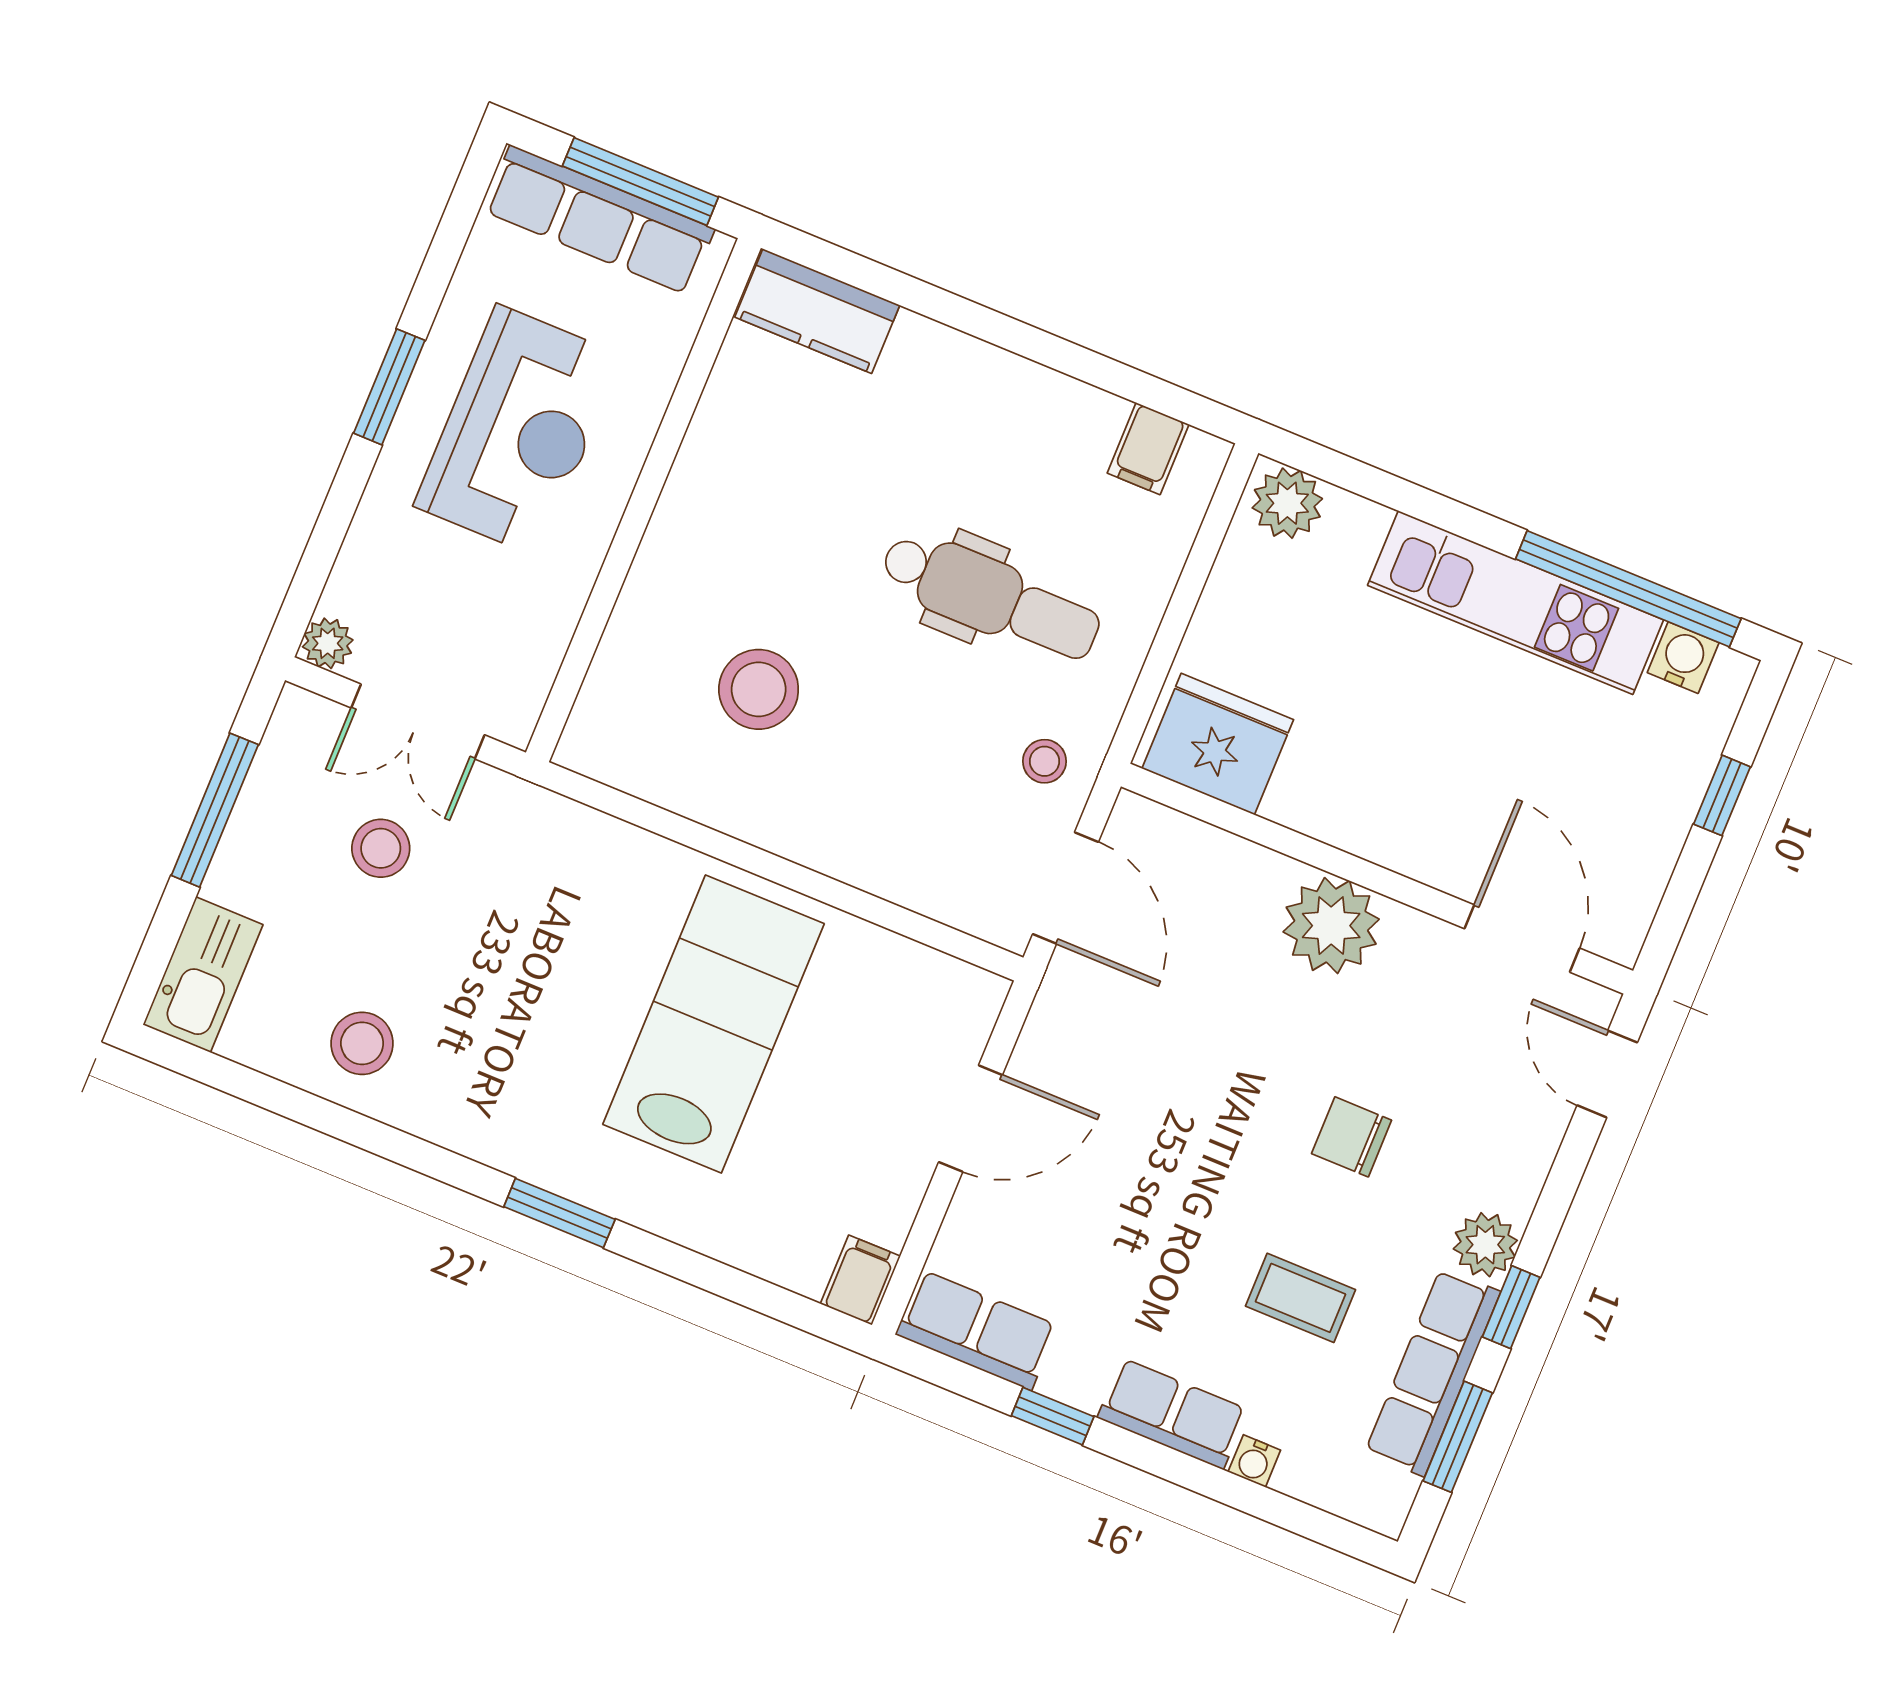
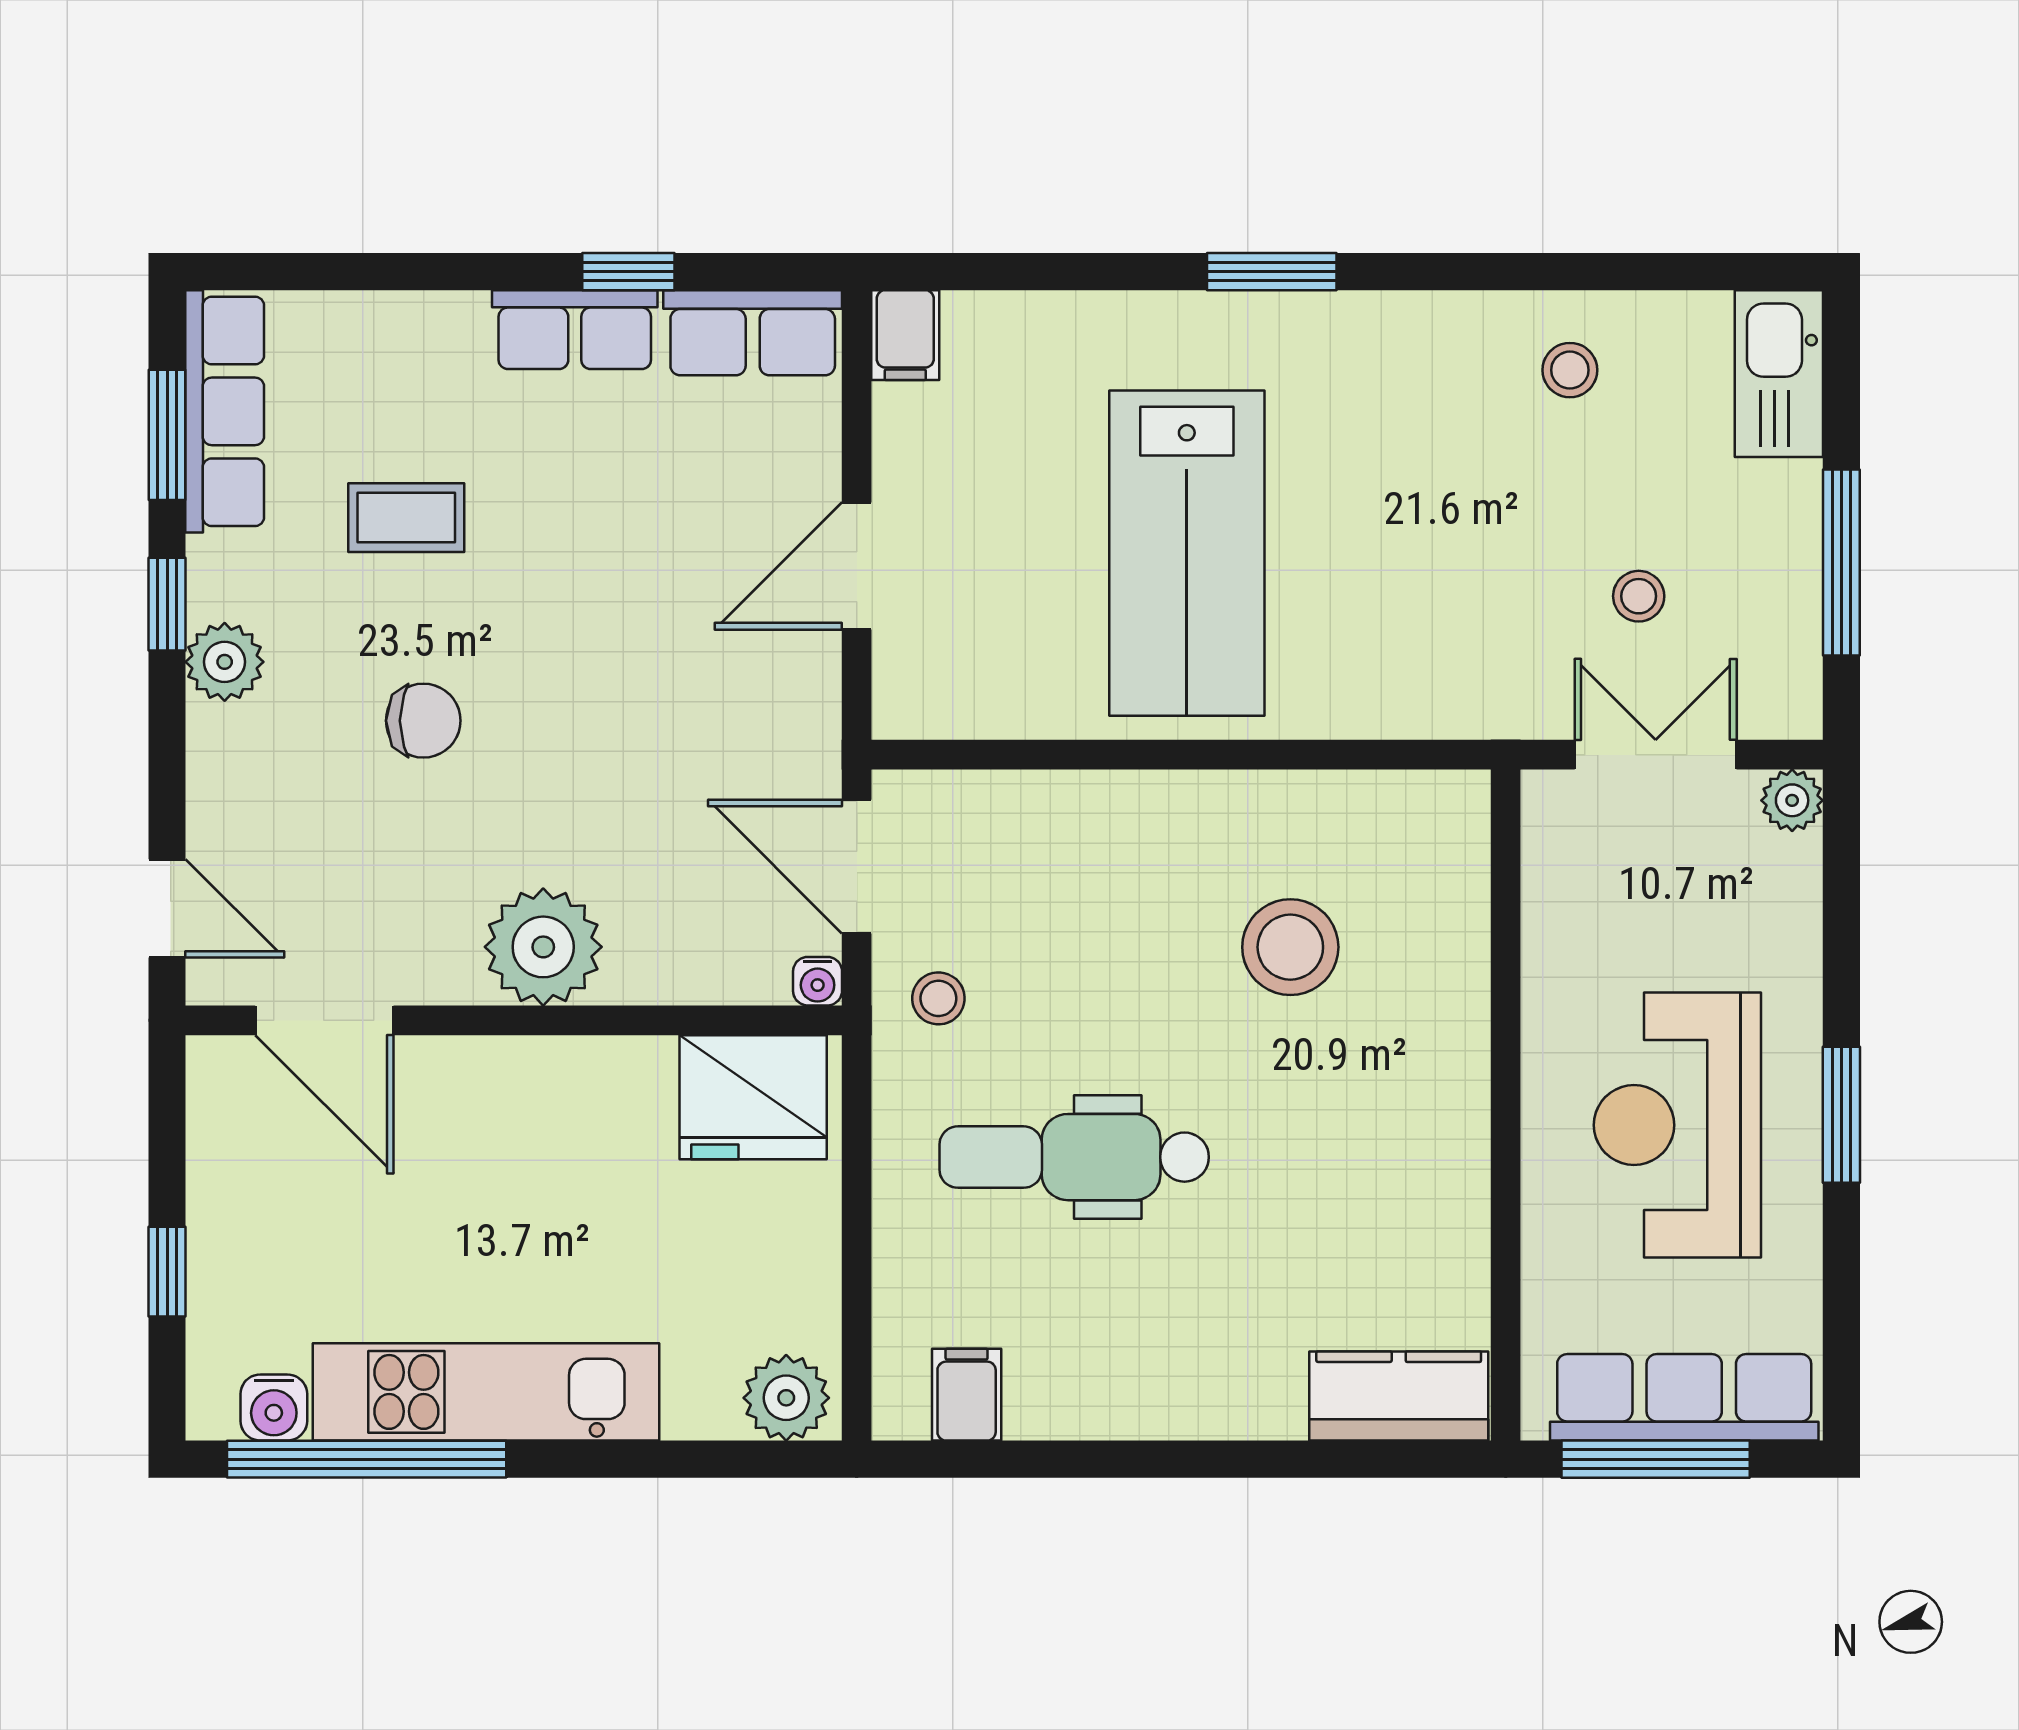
stool: (381, 848) -> (1639, 596), width x0.73, depth x0.73
stool: (362, 1043) -> (1570, 370), width x0.73, depth x0.73
row of seats: (1433, 1372) -> (225, 411), moved
row of seats: (1173, 1414) -> (575, 330), moved
water cooler: (1254, 1461) -> (818, 981), moved, turned 180

